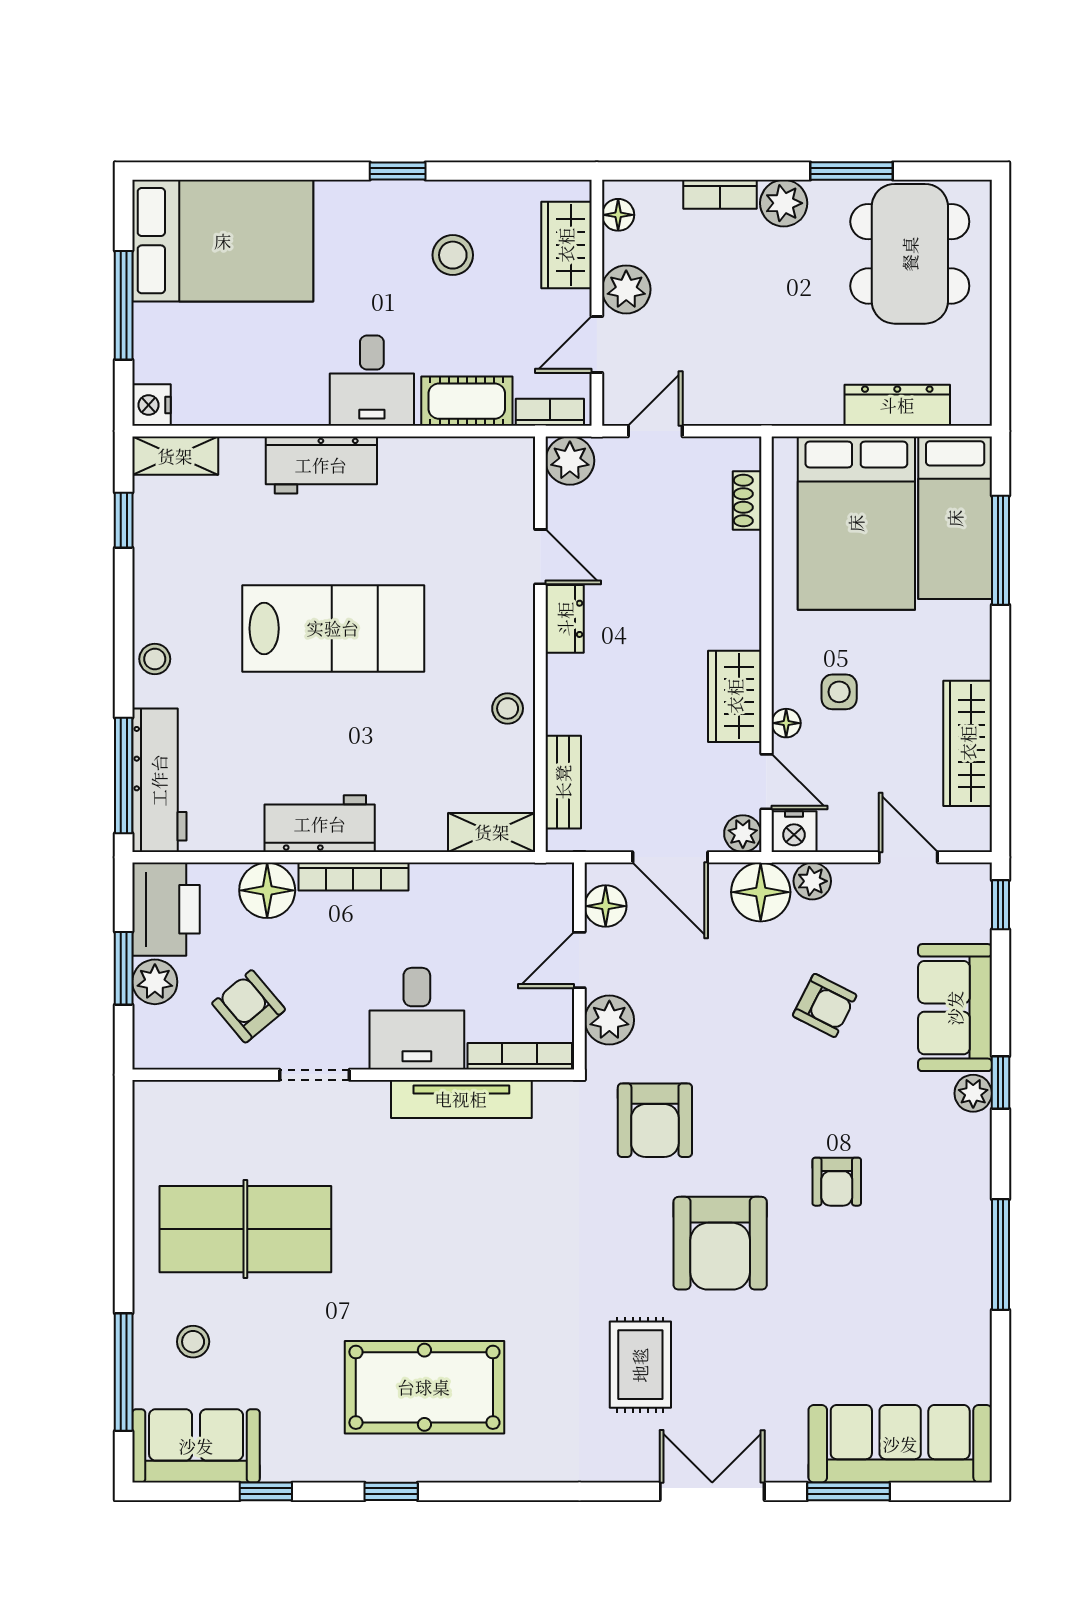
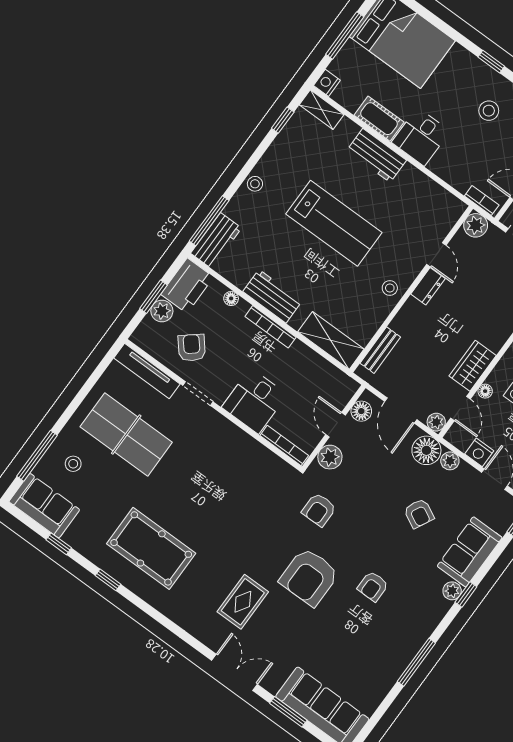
cot: (467, 401) -> (379, 119), moved
stool: (508, 708) -> (390, 288), moved
workbench: (159, 780) -> (216, 241), width x0.73
shelving: (492, 832) -> (331, 340), width x1.50, depth x1.33
nightstand: (794, 832) -> (479, 452), moved
floor lamp: (267, 890) -> (231, 298), width x0.53, depth x0.53
door: (579, 960) -> (335, 425), hinge flipped
tv unit: (461, 1099) -> (147, 371), moved
armchair: (655, 1120) -> (319, 510), width x0.72, depth x0.72

